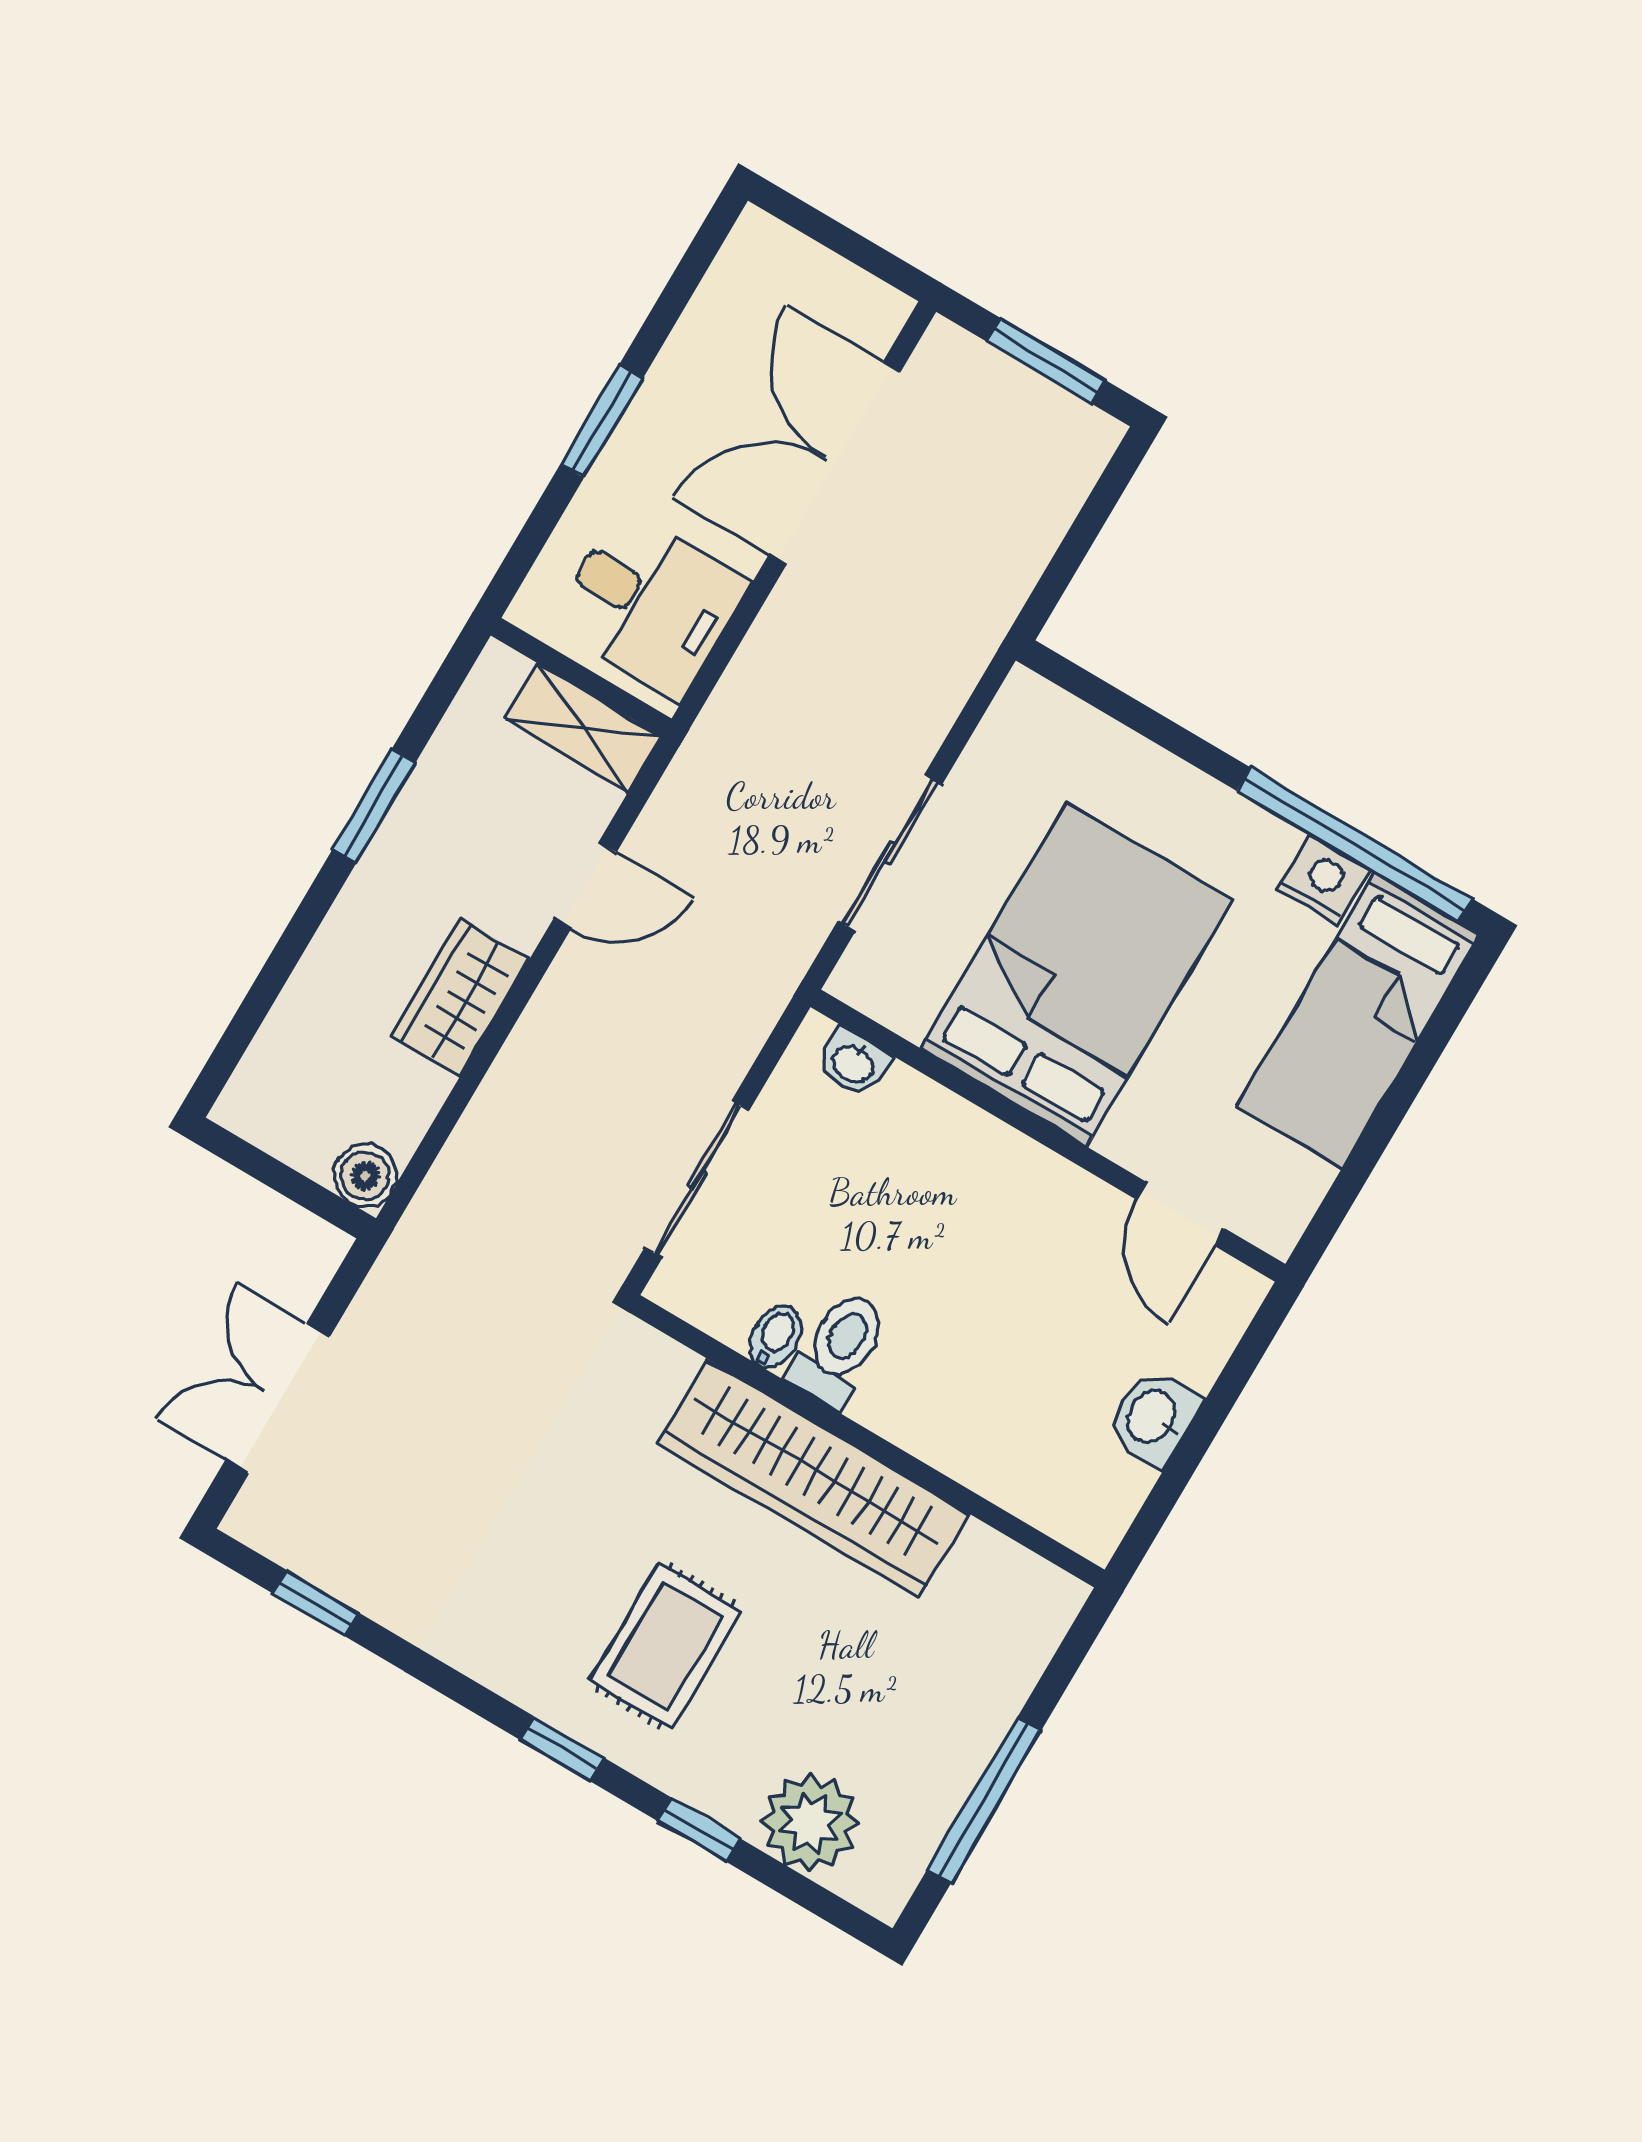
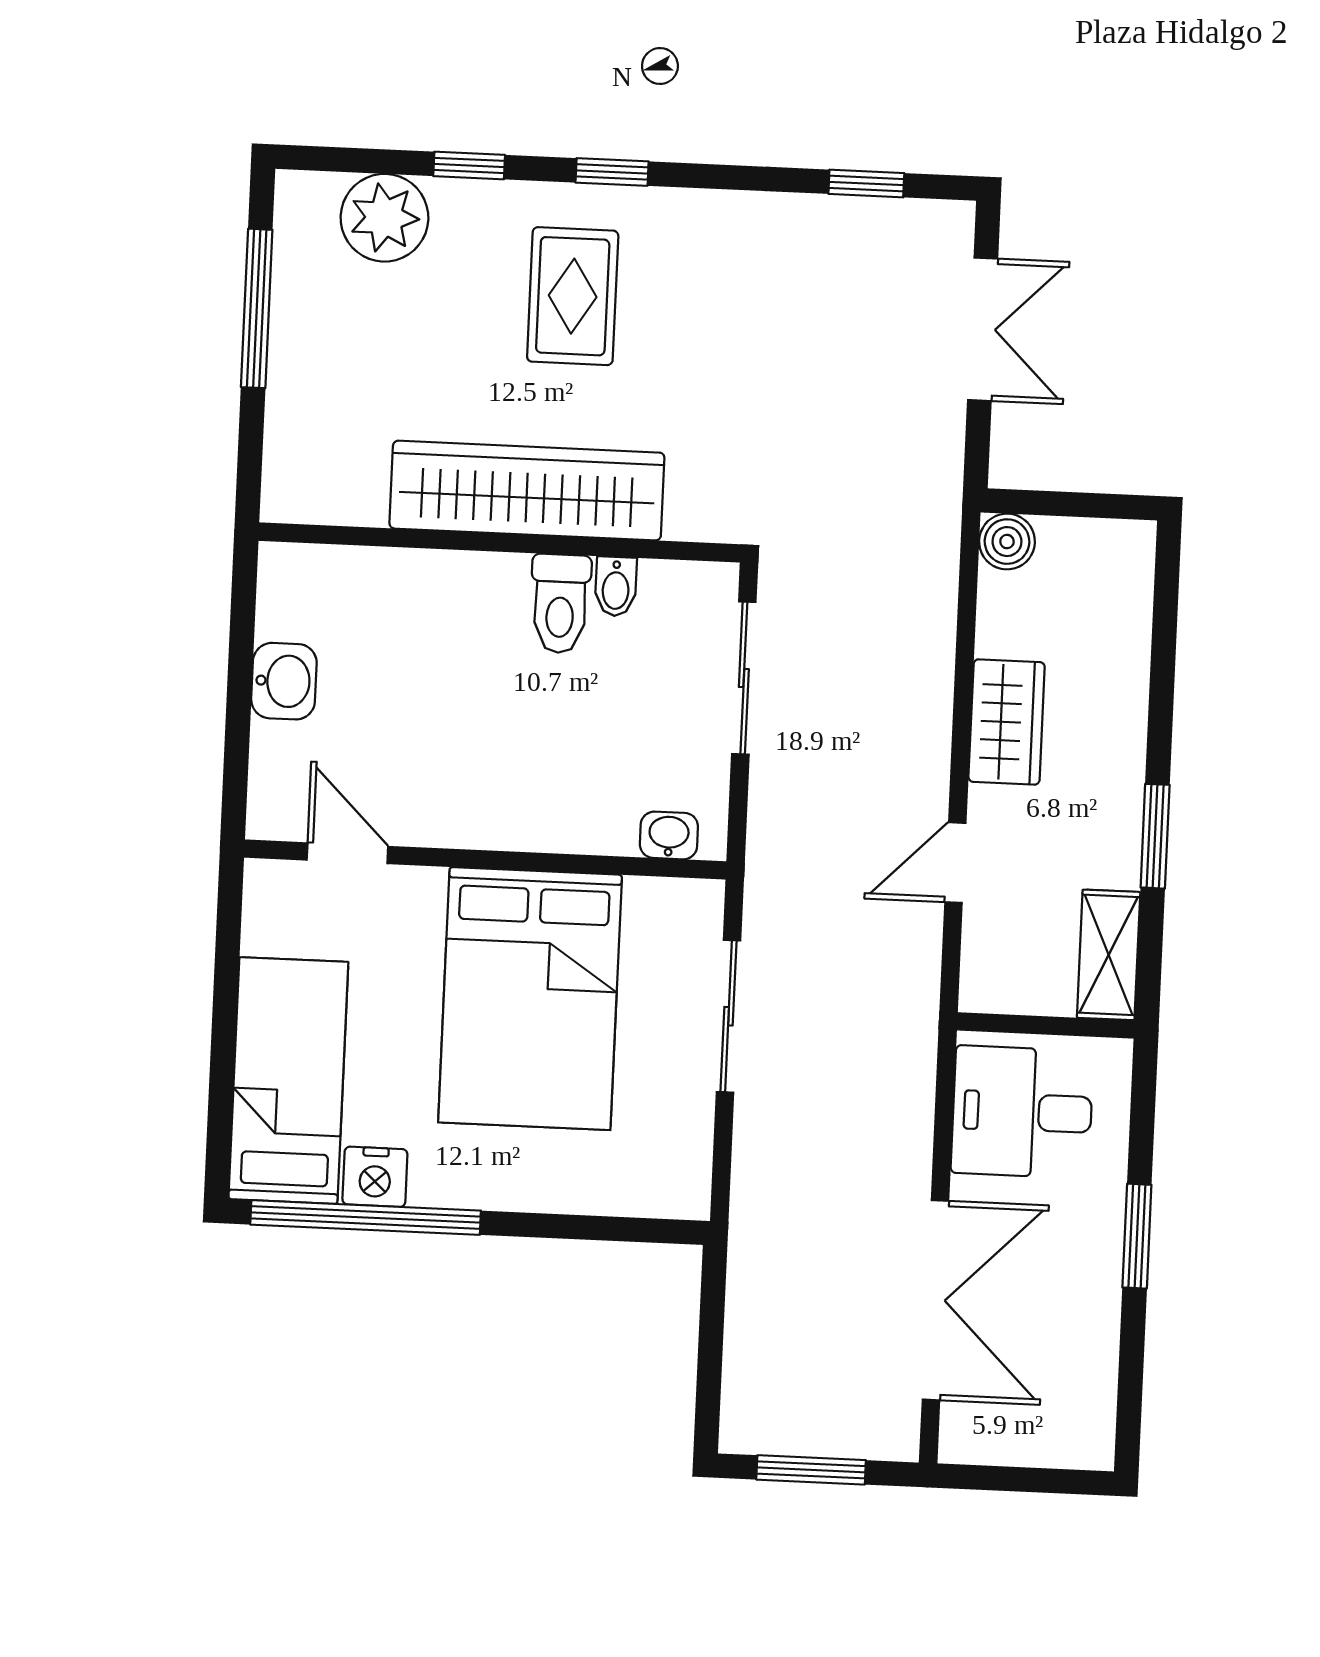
shelving: (583, 728) -> (1109, 955), moved, turned 90

